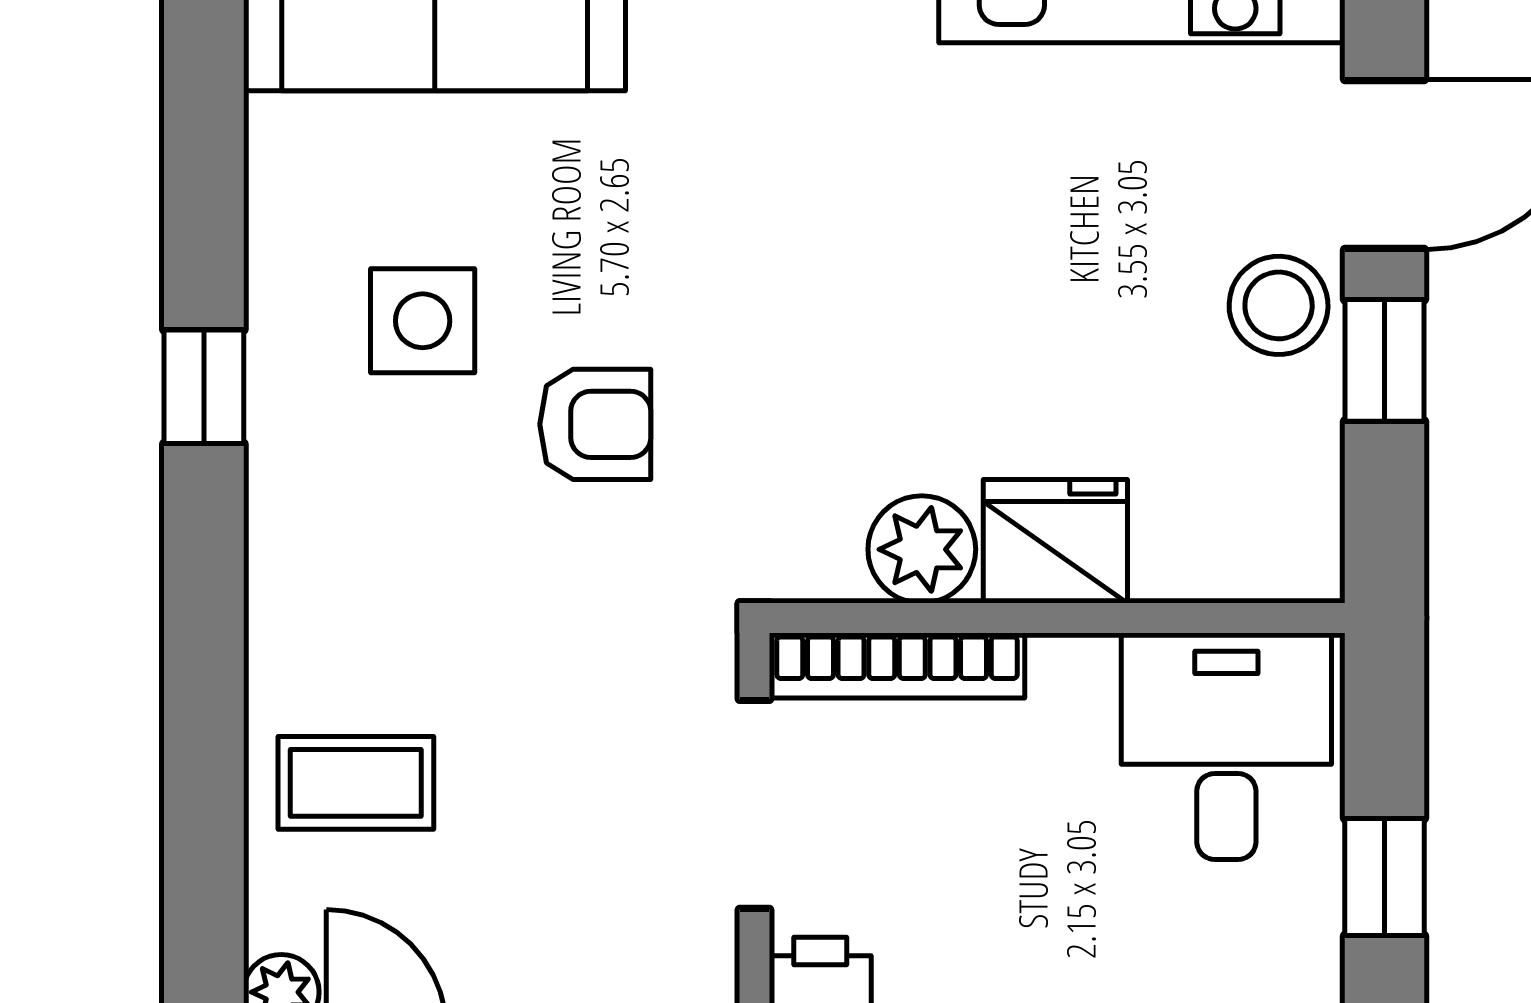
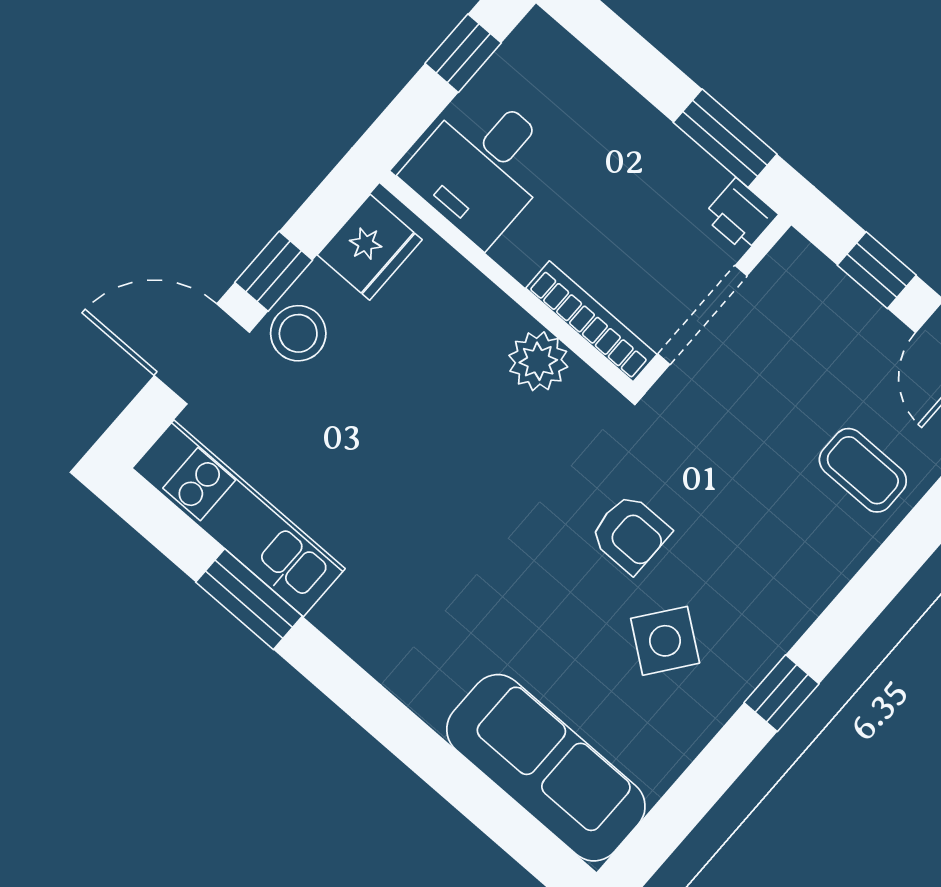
side table: (423, 321) -> (665, 641), turned 37
armchair: (595, 424) -> (630, 534), turned 180
fridge: (1055, 541) -> (370, 247), moved, turned -90

